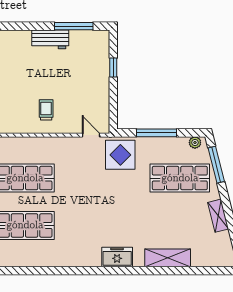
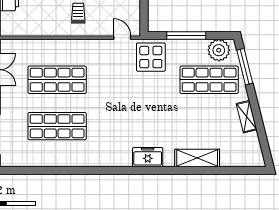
plant: (195, 143) -> (219, 50), width x1.88, depth x1.88

